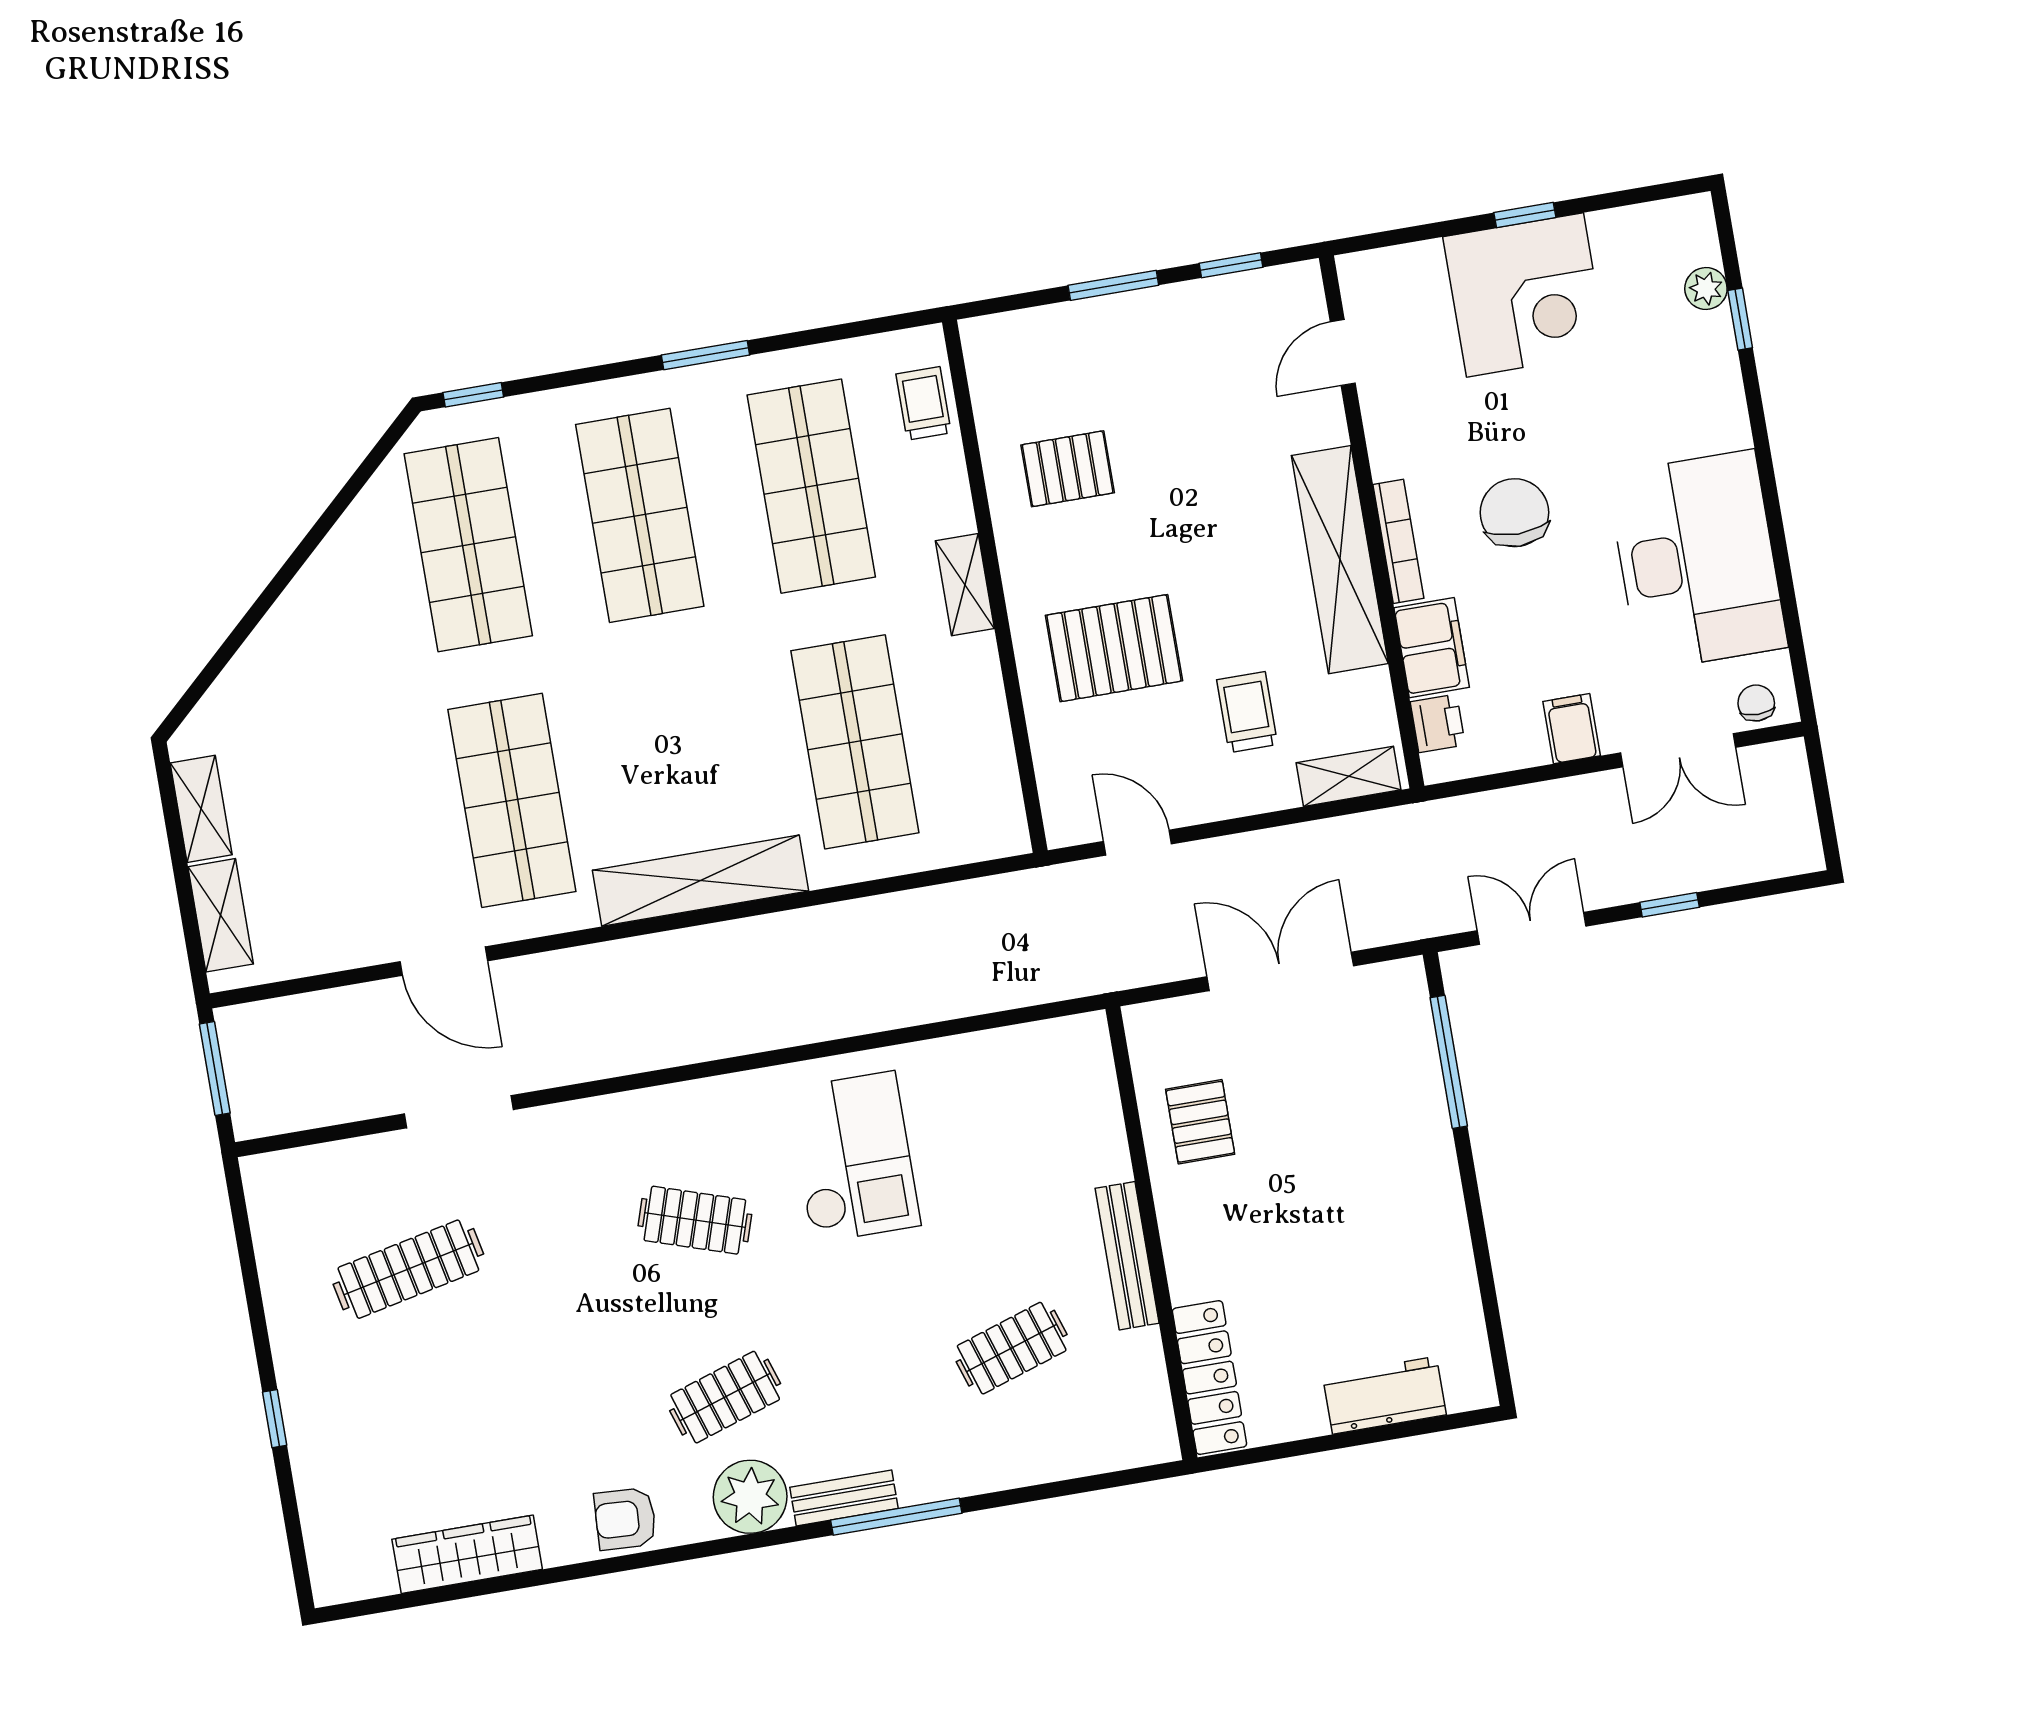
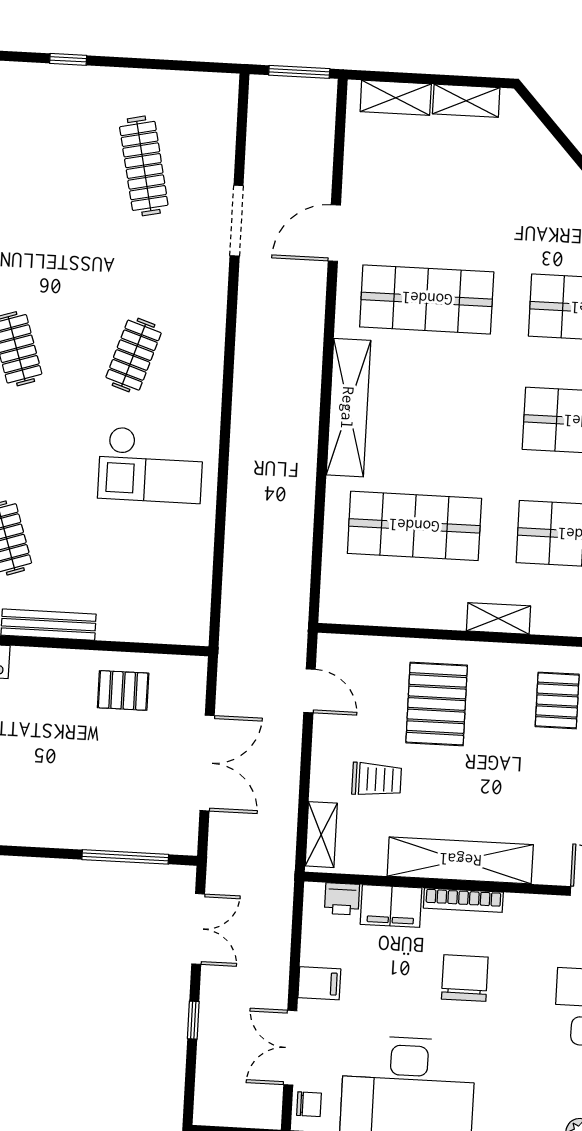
chair: (1514, 513) -> (465, 978), turned -90
door: (1138, 843) -> (310, 691), hinge flipped

